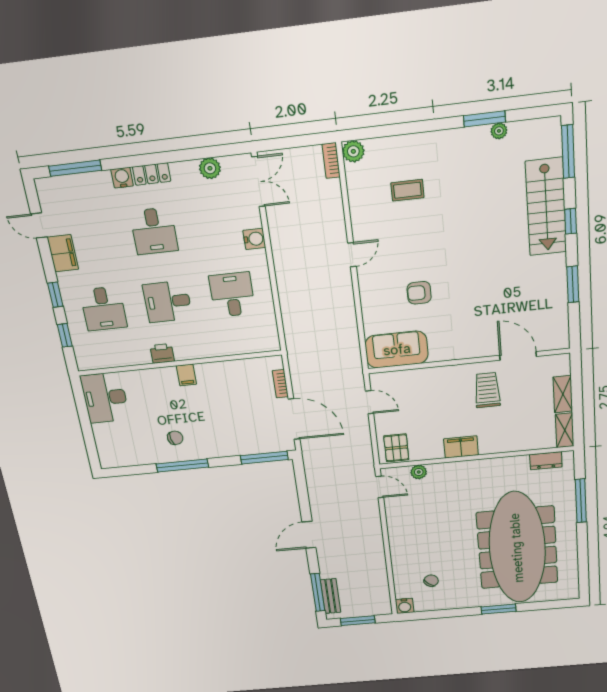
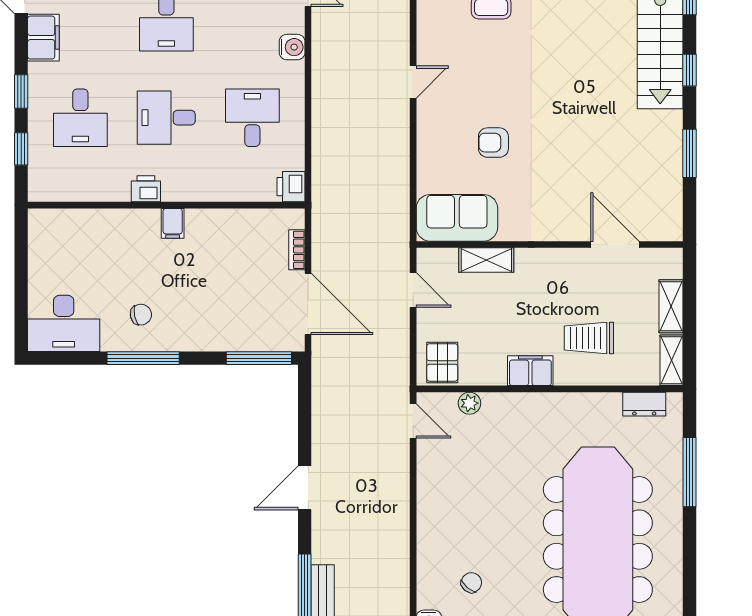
printer: (269, 341) -> (291, 187), added
shelving: (422, 376) -> (486, 260), added
trolley: (487, 390) -> (589, 338), moved, turned -90
desk: (105, 398) -> (64, 323), moved, turned -90

